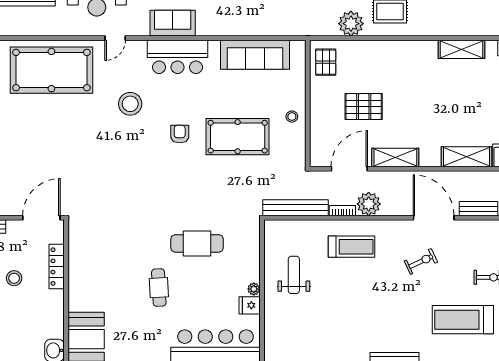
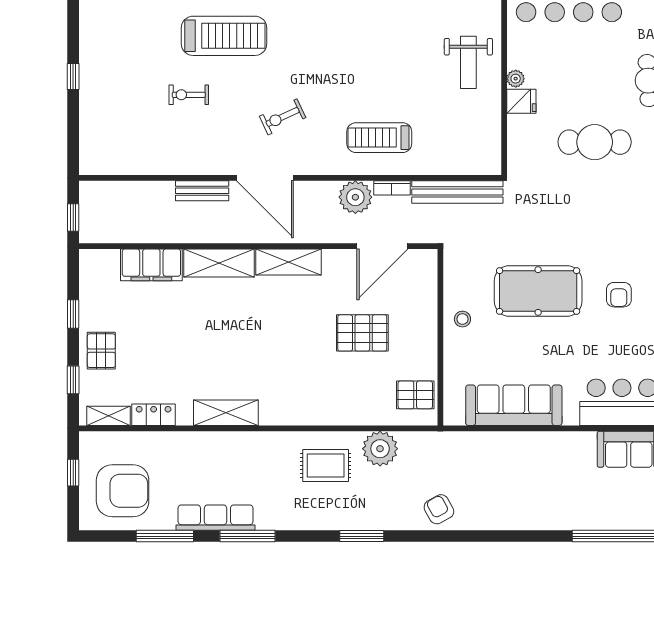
pallet: (326, 62) -> (415, 395), turned 90
shelving: (395, 157) -> (289, 262), moved
weight bench: (294, 275) -> (468, 62), moved
fridge: (250, 305) -> (521, 101), moved

